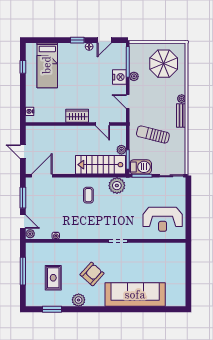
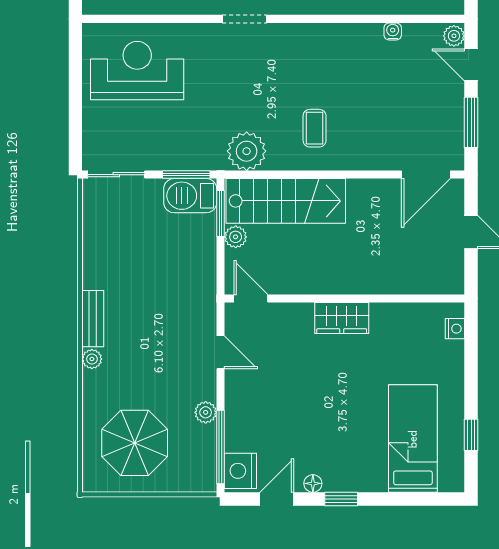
nightstand: (119, 77) -> (240, 471), moved
door: (103, 124) -> (251, 299), moved
sun lounger: (153, 134) -> (160, 273), removed

